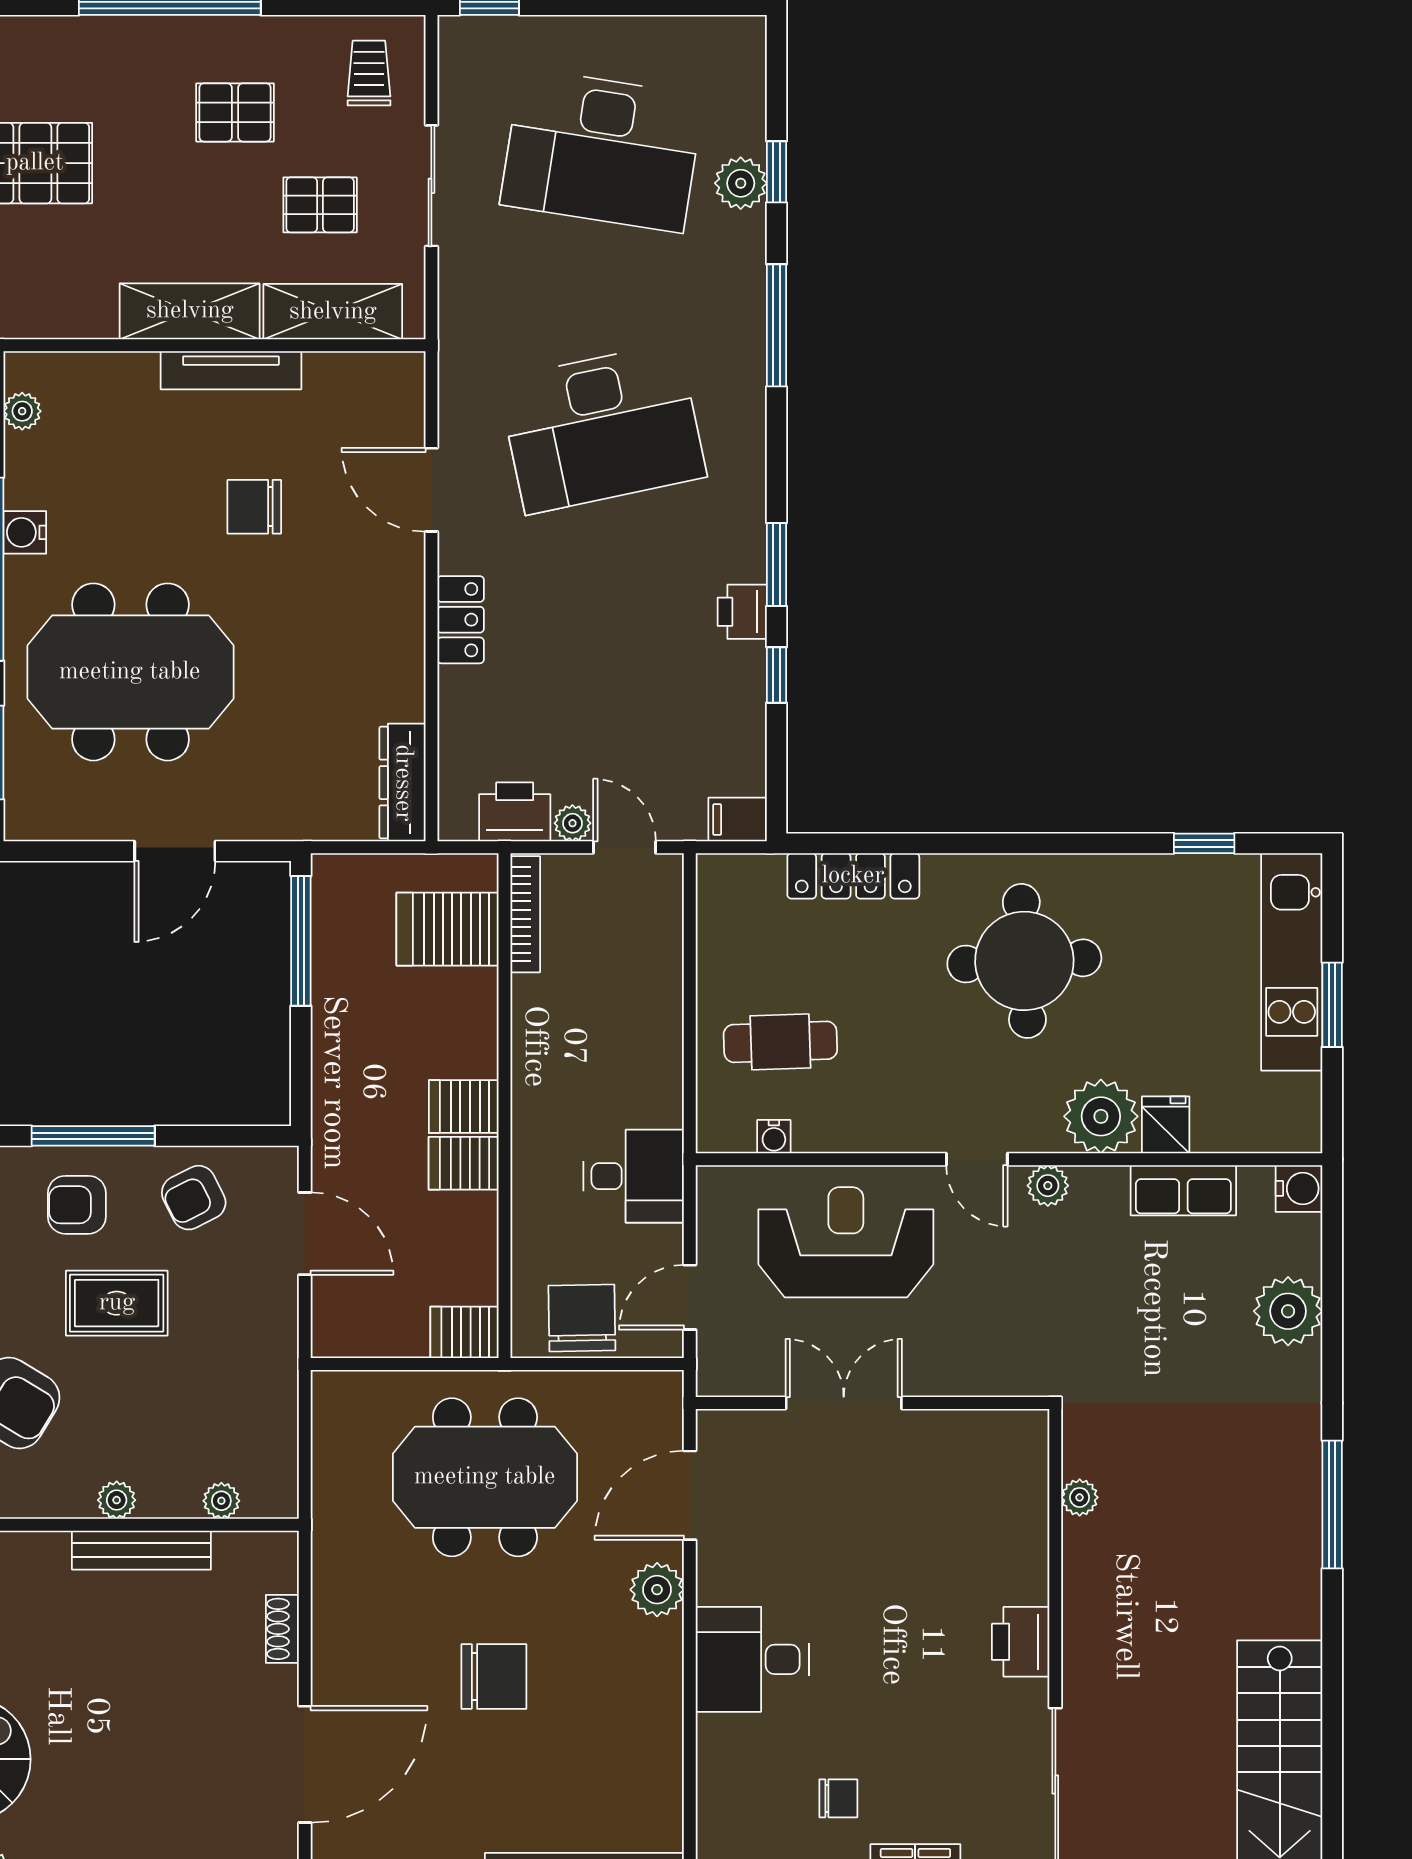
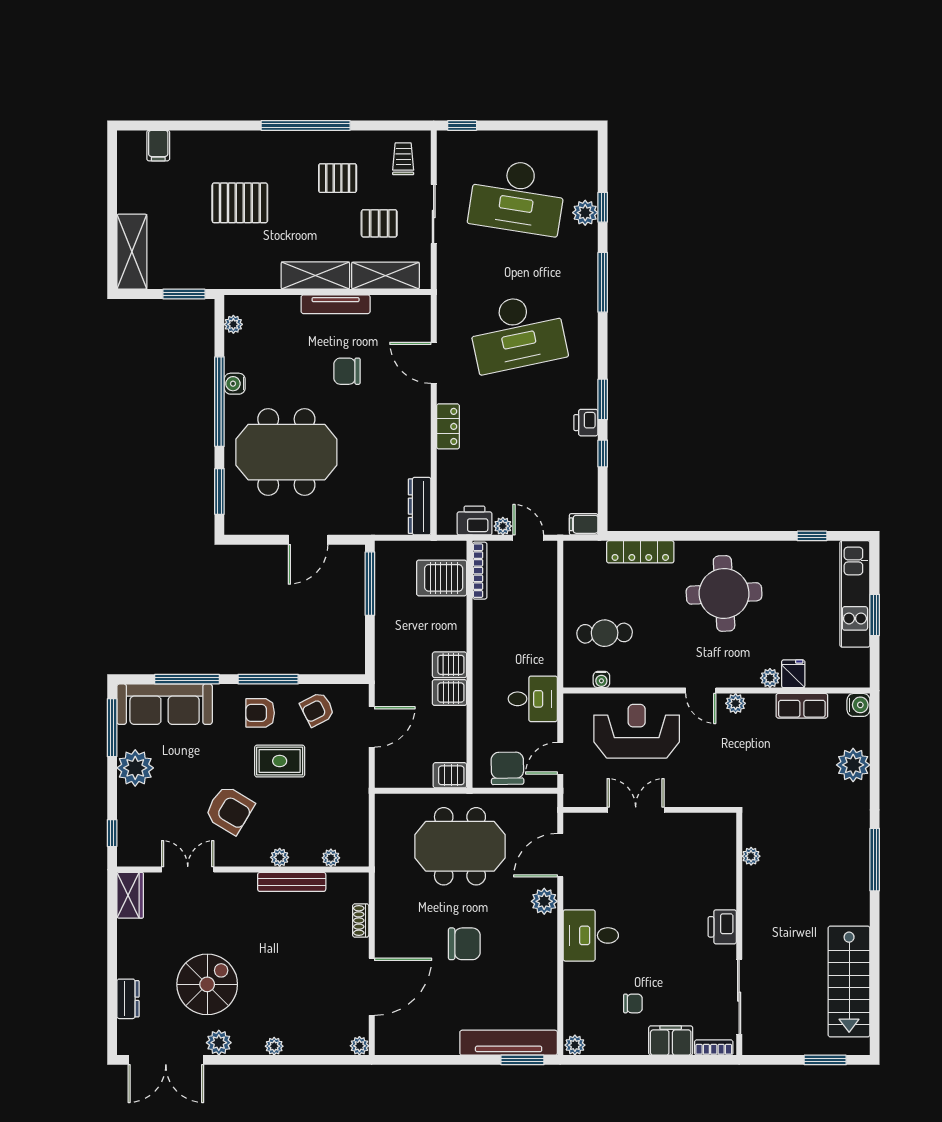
plant: (1101, 1116) -> (770, 678), width x0.53, depth x0.53
door: (305, 1234) -> (372, 727), hinge flipped

